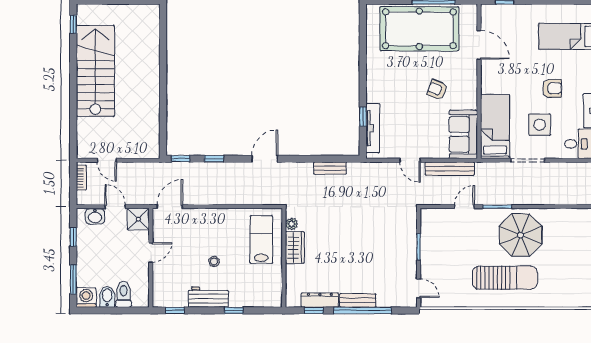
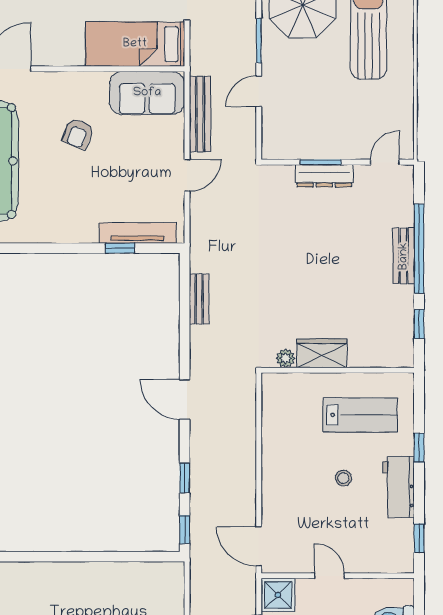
door: (464, 207) -> (259, 91), hinge flipped
lab bench: (261, 239) -> (360, 415), moved, turned 180
dresser: (320, 300) -> (324, 176), moved, turned -90

